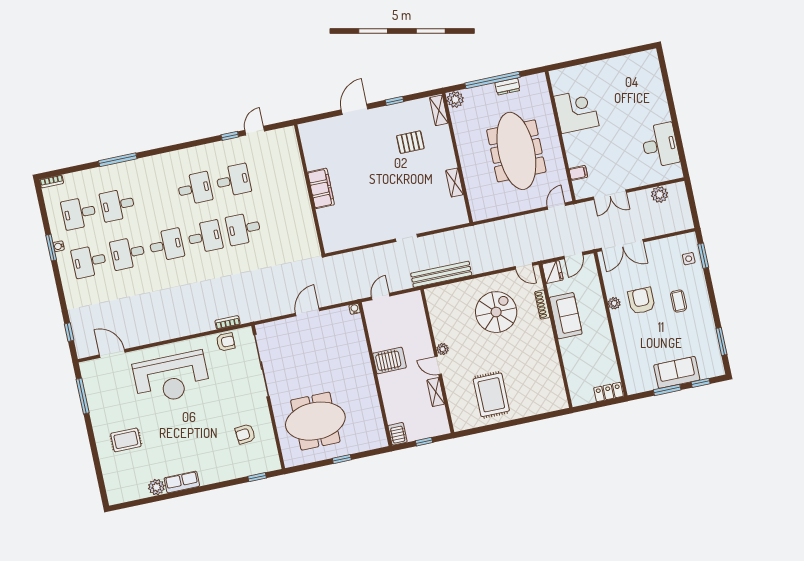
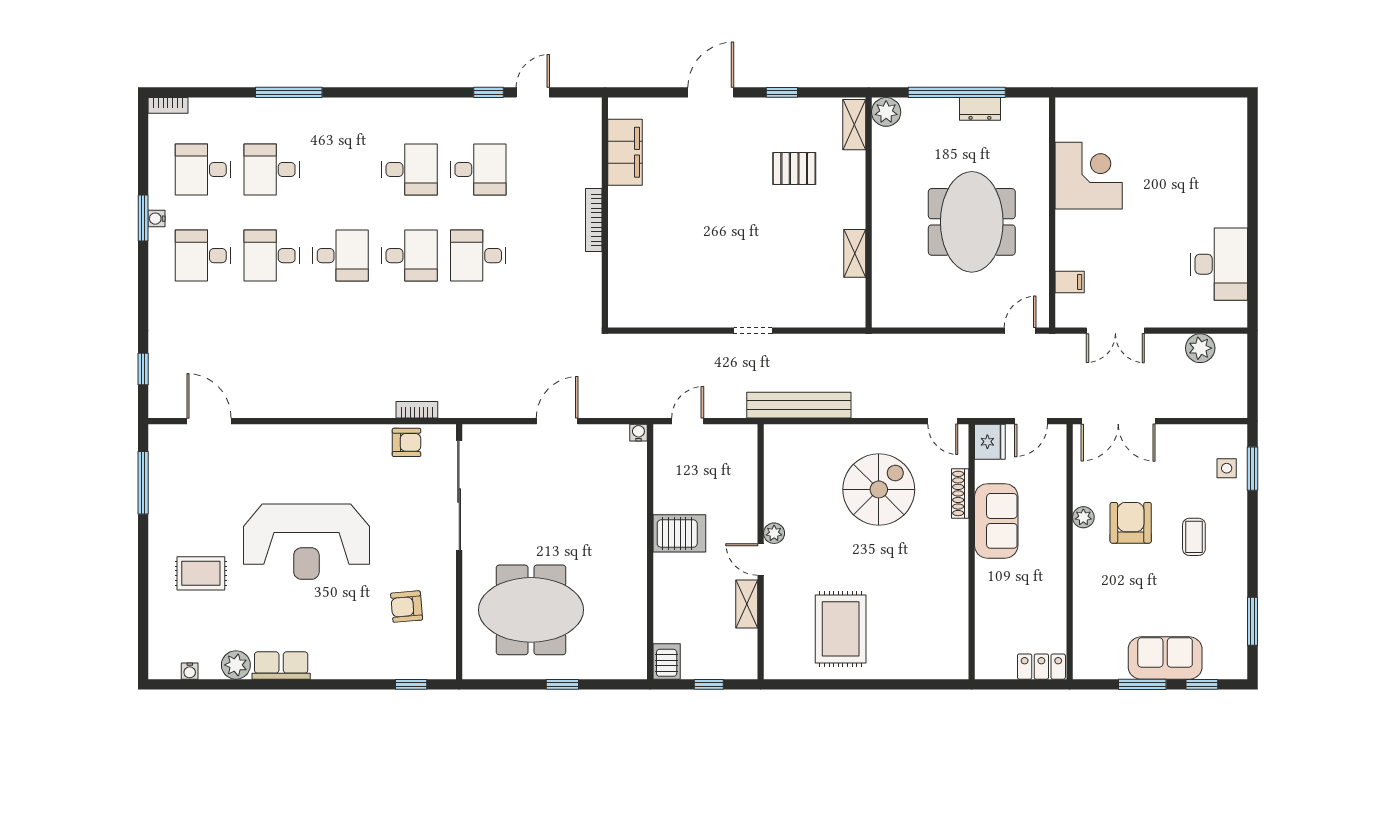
meeting table: (516, 151) -> (972, 222), width x0.73
filing cabinet: (321, 188) -> (625, 152), moved
bookcase: (304, 195) -> (594, 220), added
reception desk: (171, 378) -> (306, 542), moved
water cooler: (131, 496) -> (190, 671), added

